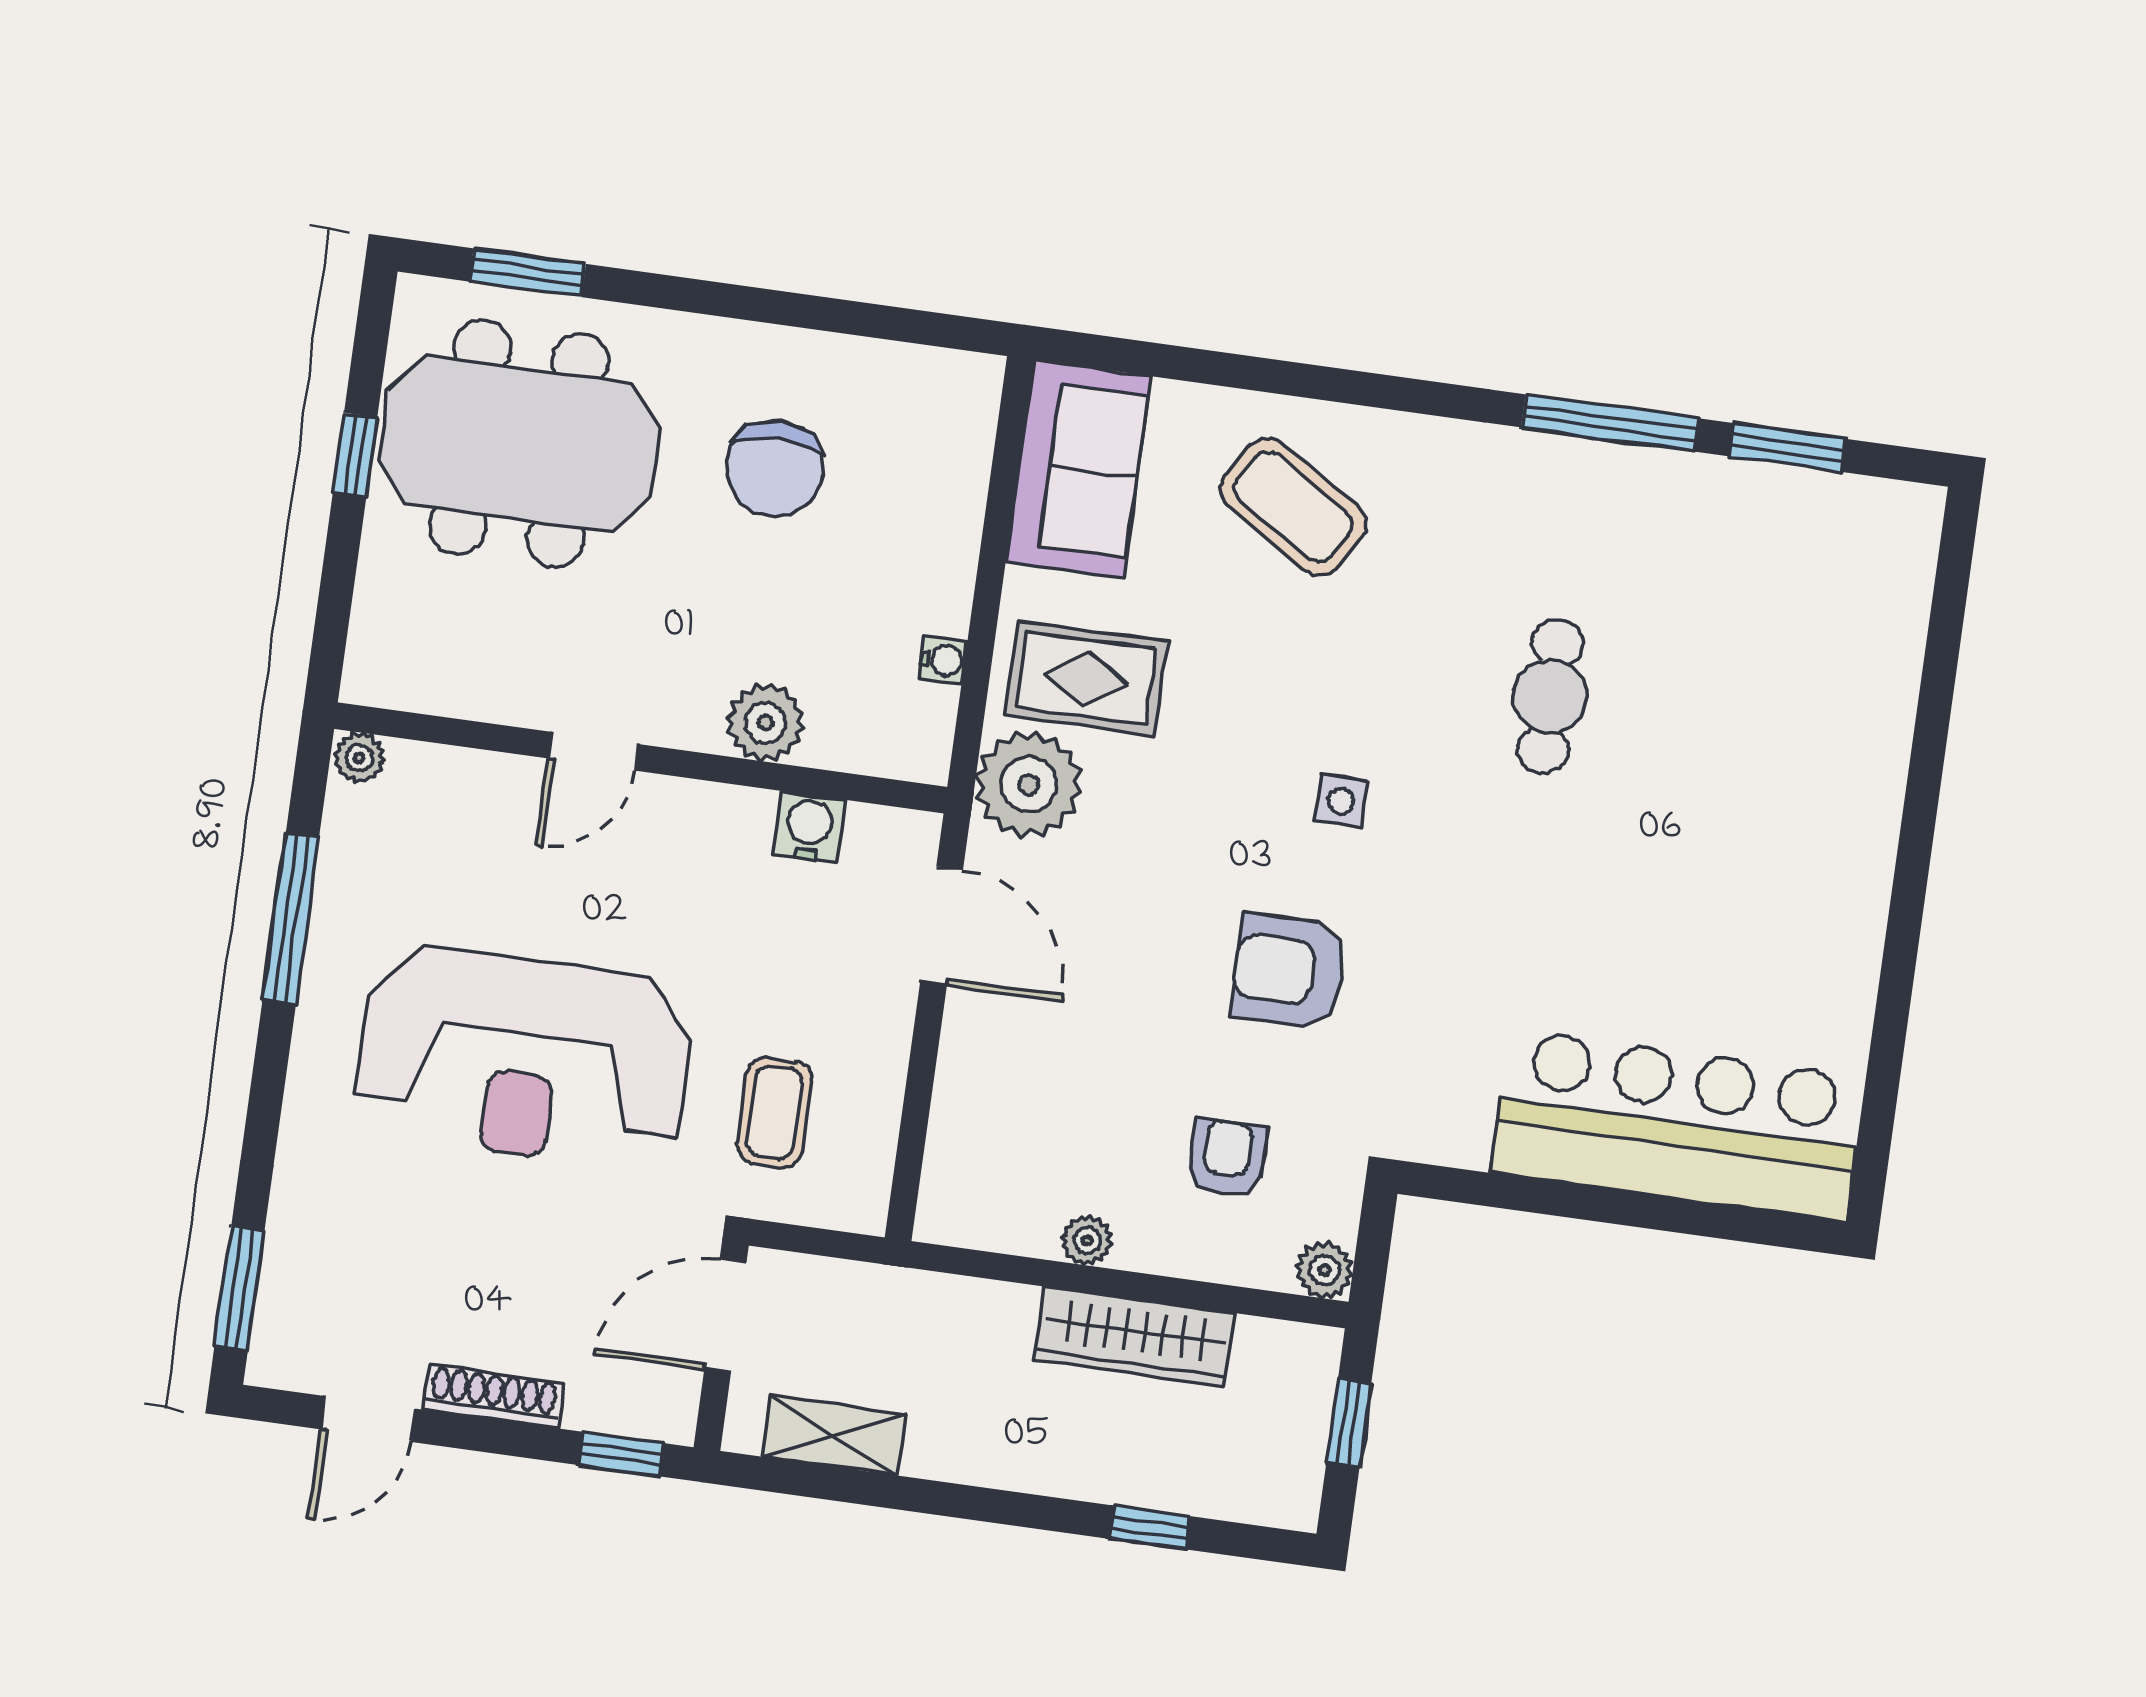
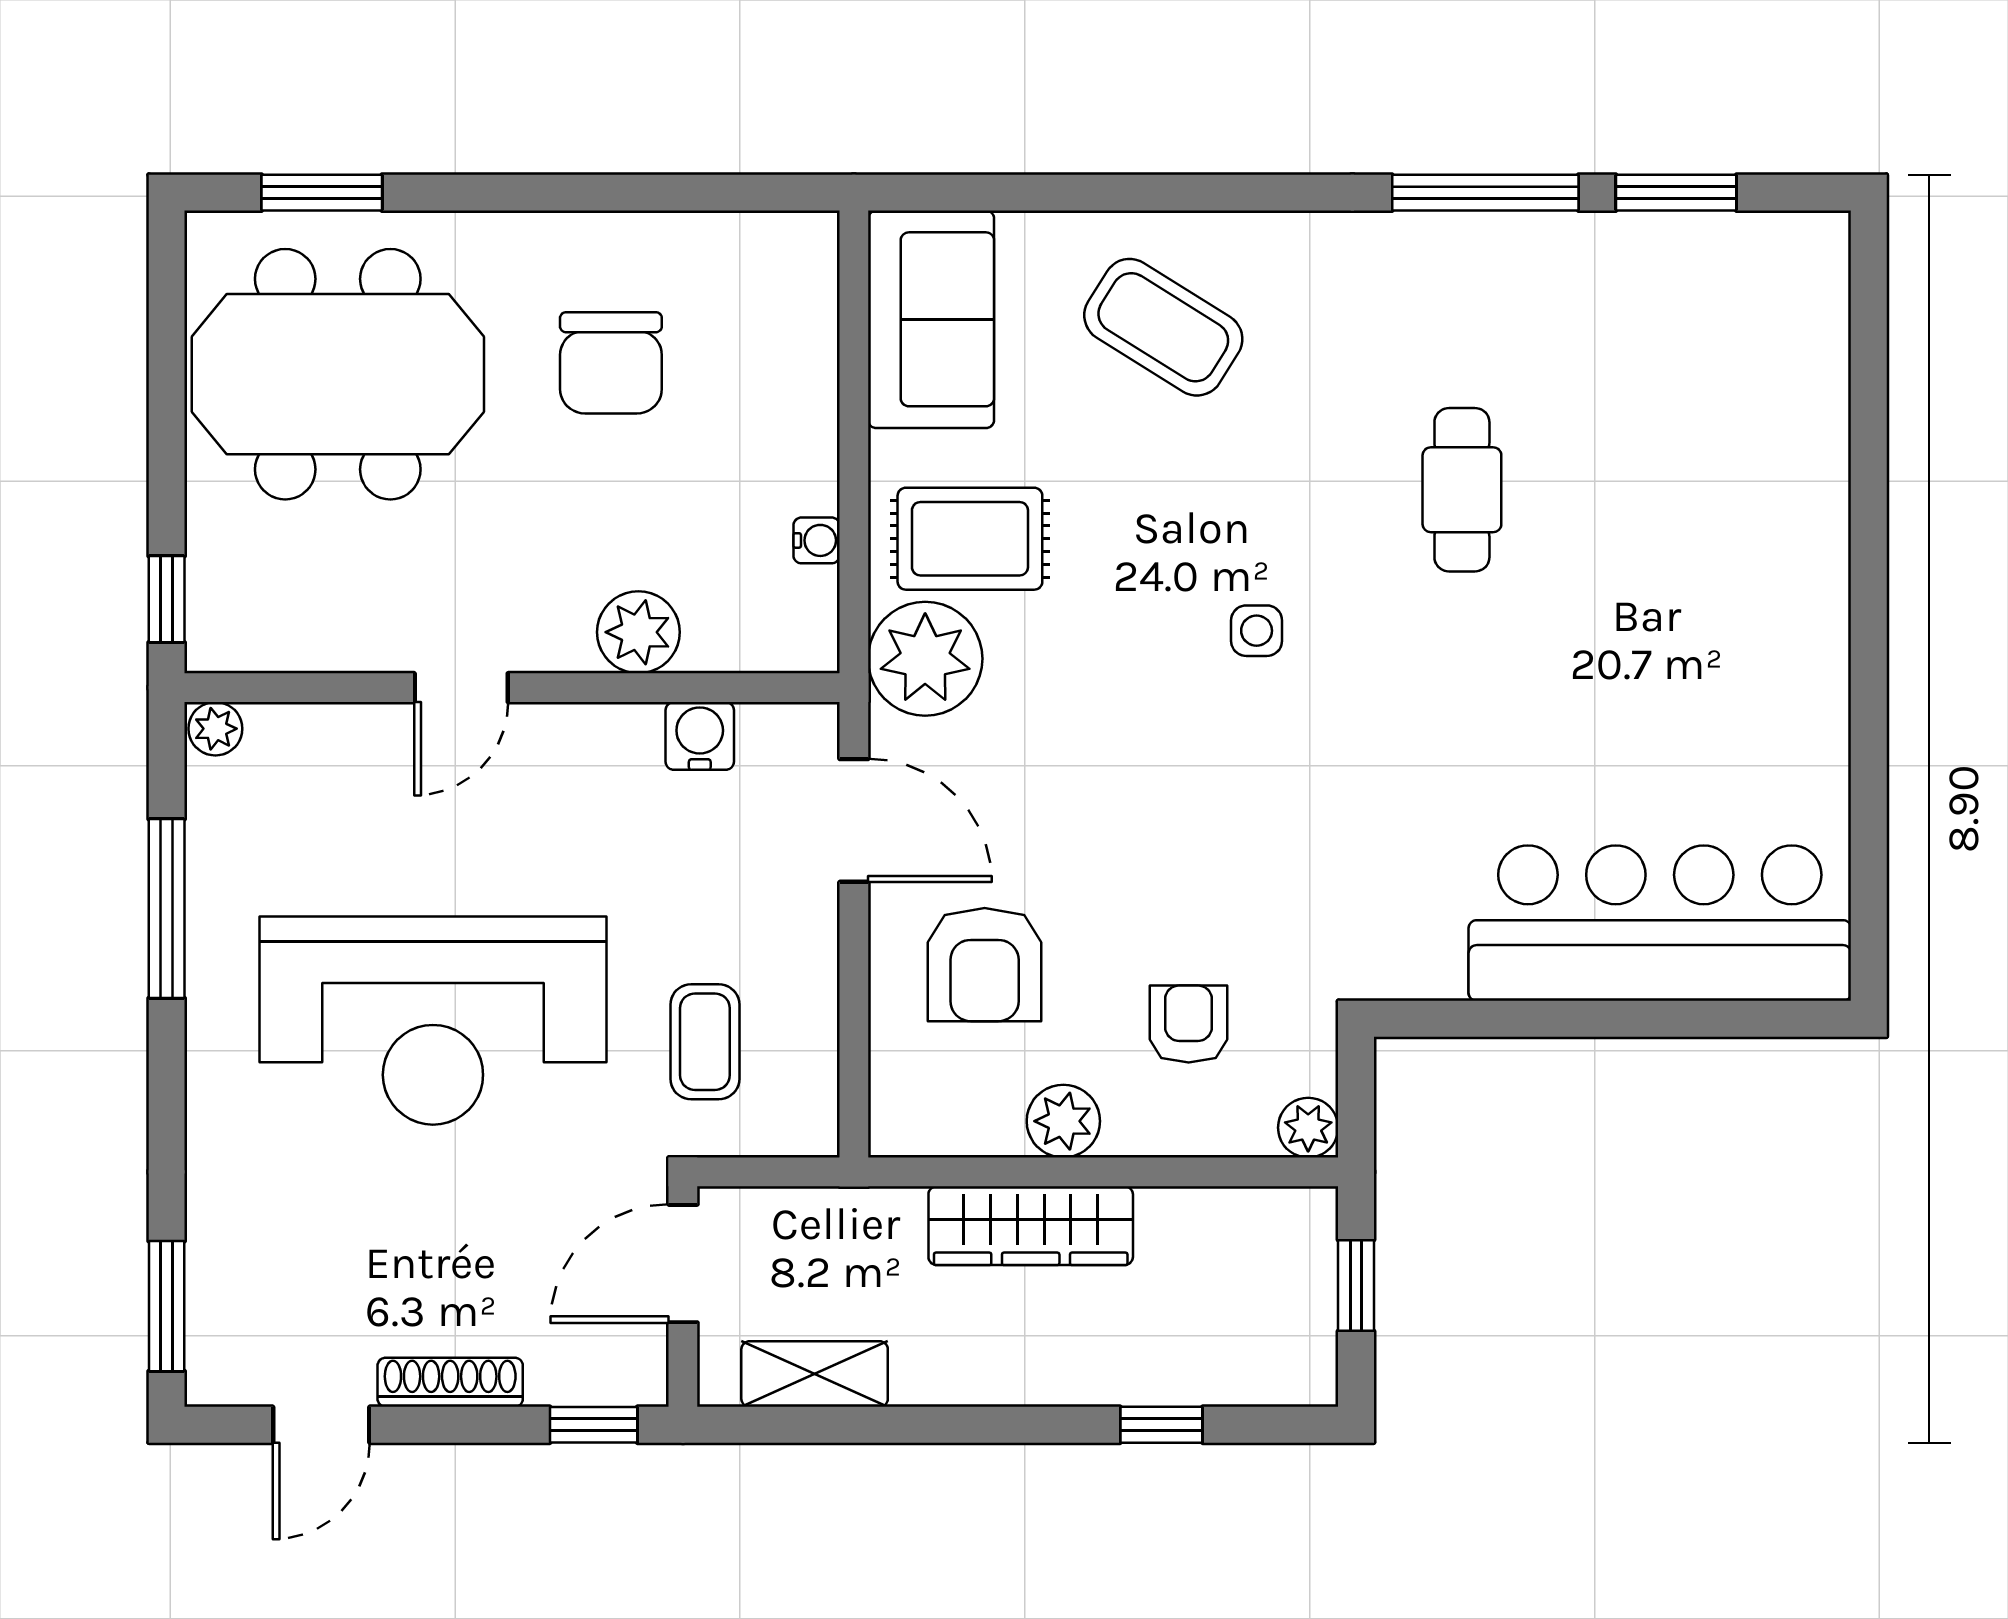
window: (355, 455) -> (167, 599), moved
armchair: (1289, 971) -> (985, 965), moved, turned -90
plant: (1087, 1240) -> (1063, 1121), width x1.38, depth x1.38
wardrobe: (1135, 1337) -> (1031, 1226), moved

